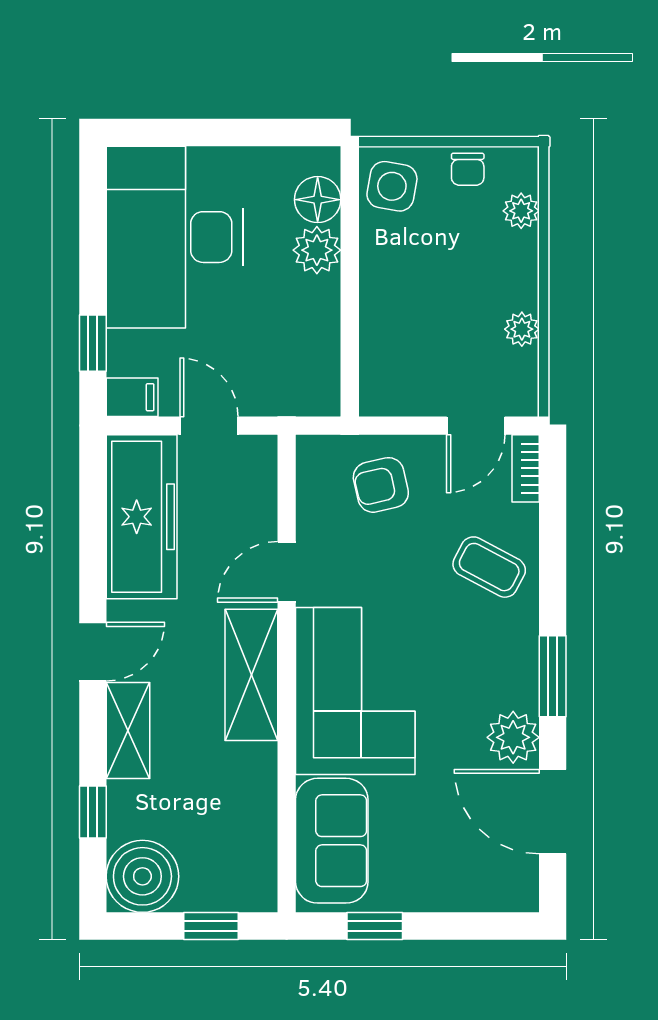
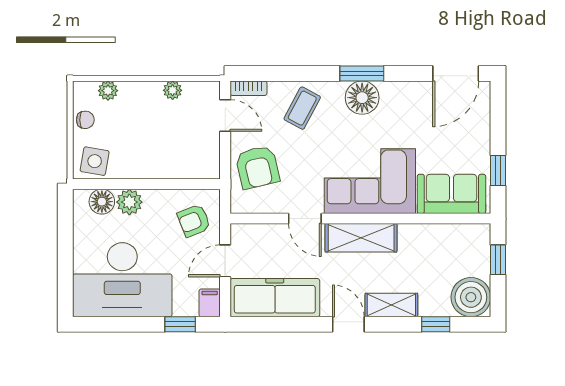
armchair: (283, 368) -> (194, 221), added
armchair: (381, 485) -> (257, 167), width x1.38, depth x1.38
floor lamp: (508, 677) -> (362, 98), added
plant: (513, 737) -> (395, 95), removed
door: (553, 812) -> (456, 73), moved

